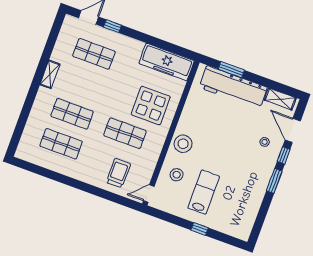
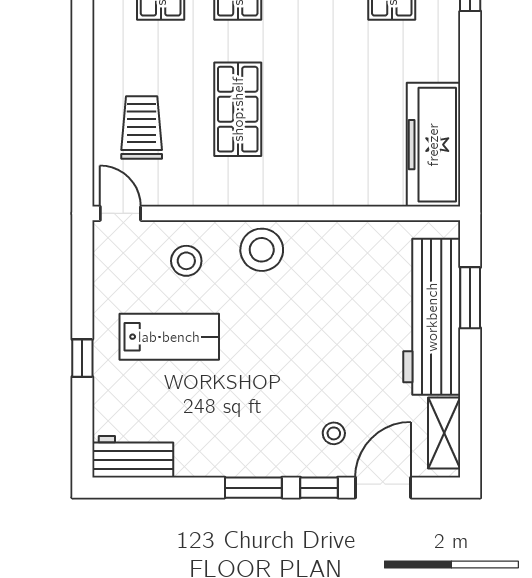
display table: (151, 106) -> (322, 145), removed
trolley: (118, 173) -> (142, 128), turned -90
workbench: (245, 223) -> (133, 457), added

